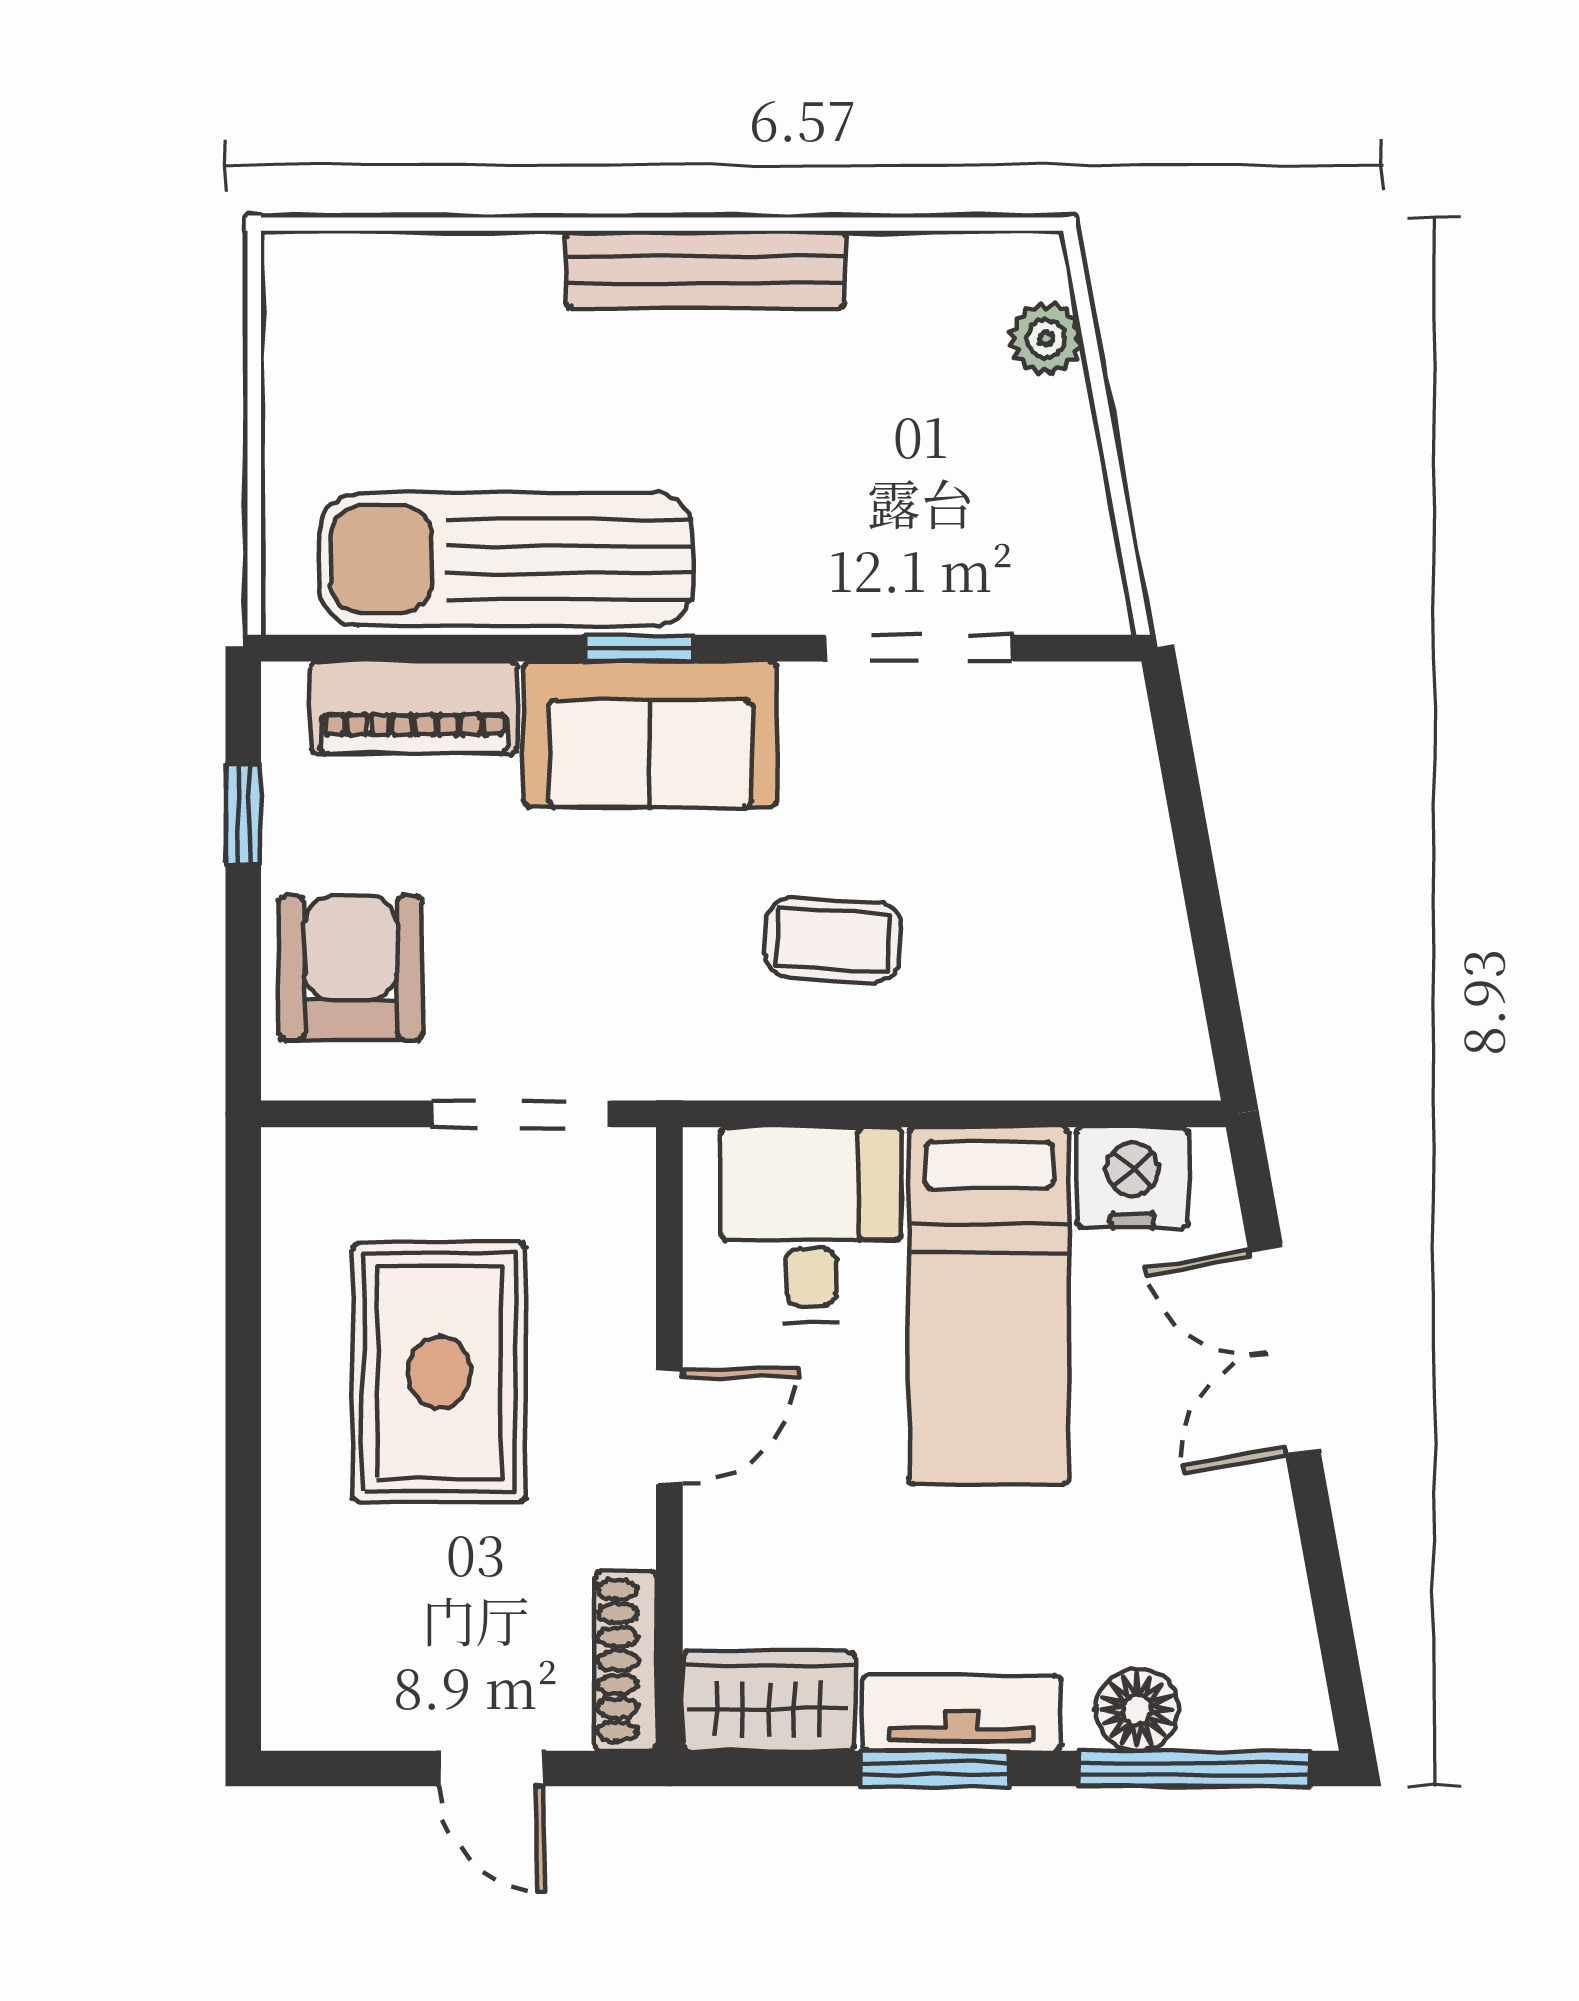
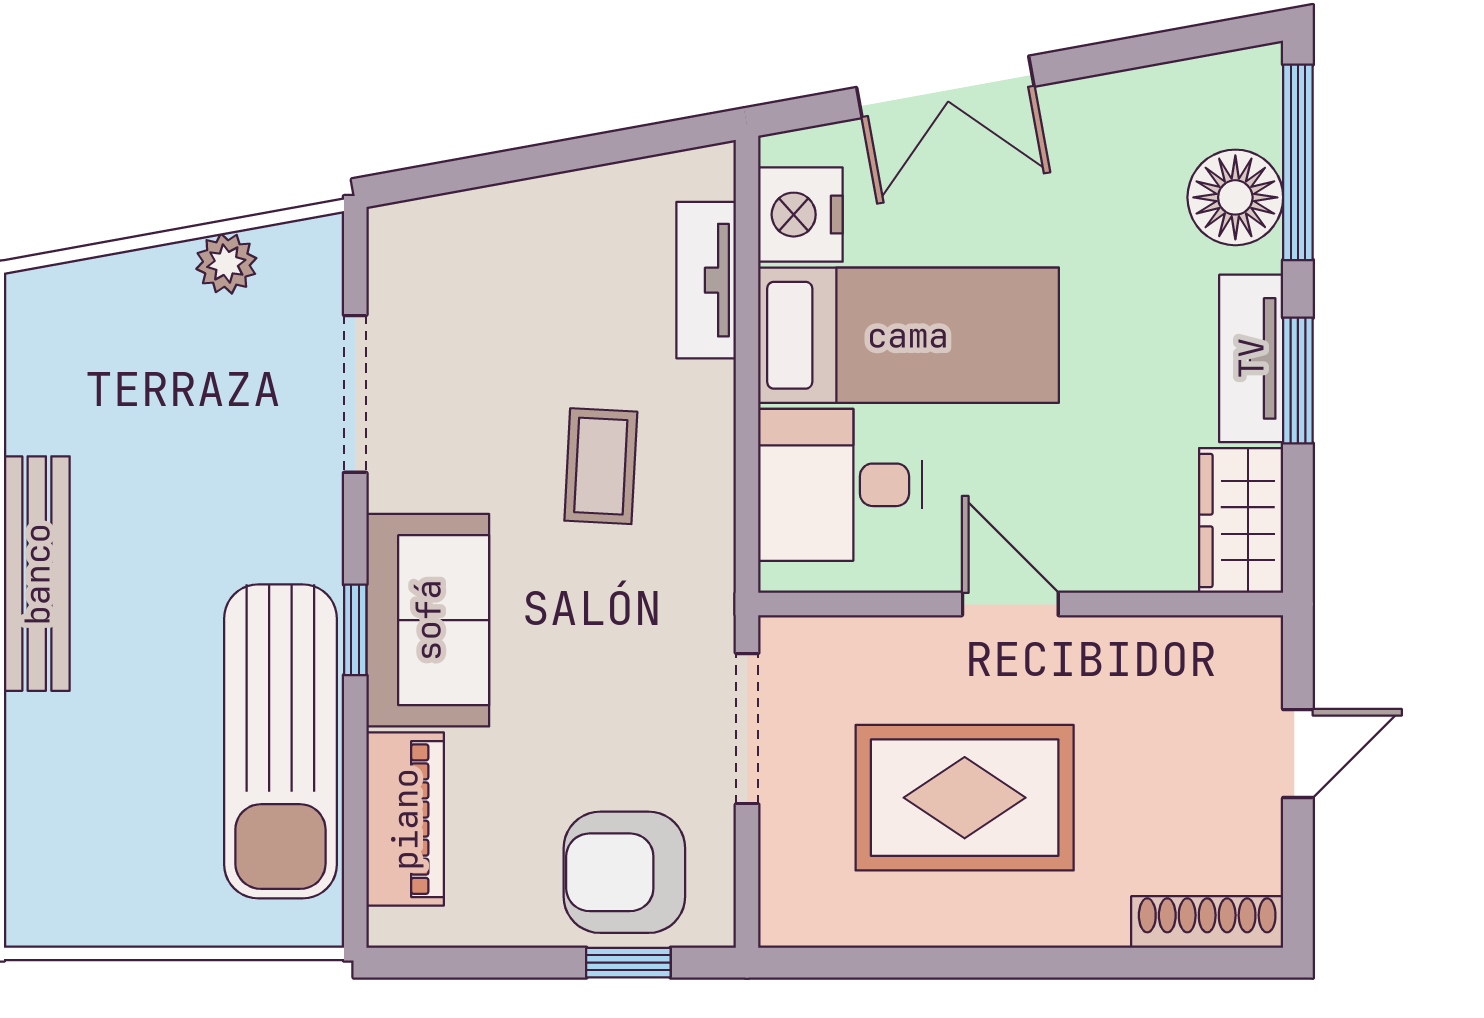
plant: (1046, 339) -> (226, 263), moved
window: (243, 813) -> (628, 963), moved
tv unit: (1054, 1065) -> (706, 280), added
shoe rack: (626, 1661) -> (1207, 922), moved, turned 180
floor lamp: (1137, 1710) -> (1235, 197), width x1.38, depth x1.38

